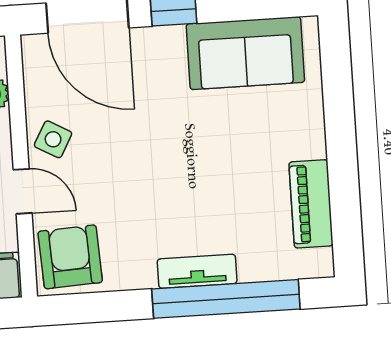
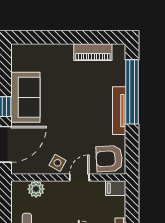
sofa: (245, 53) -> (25, 97), moved
tv unit: (197, 271) -> (119, 111), width x1.41

